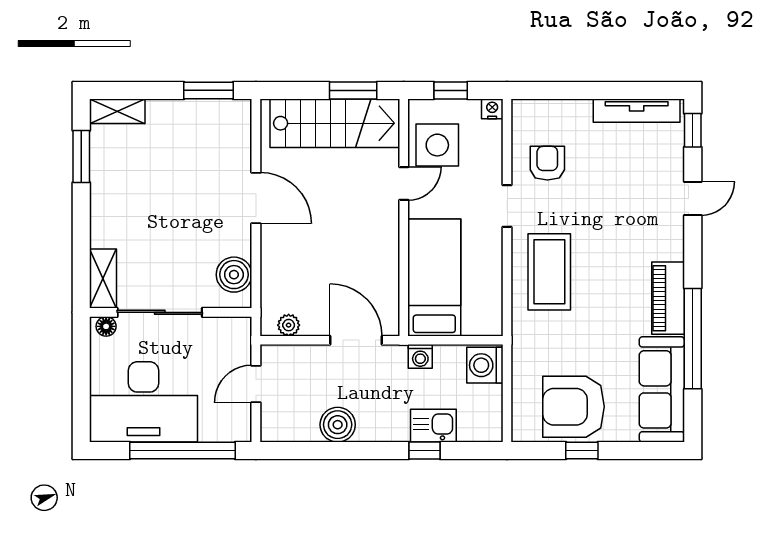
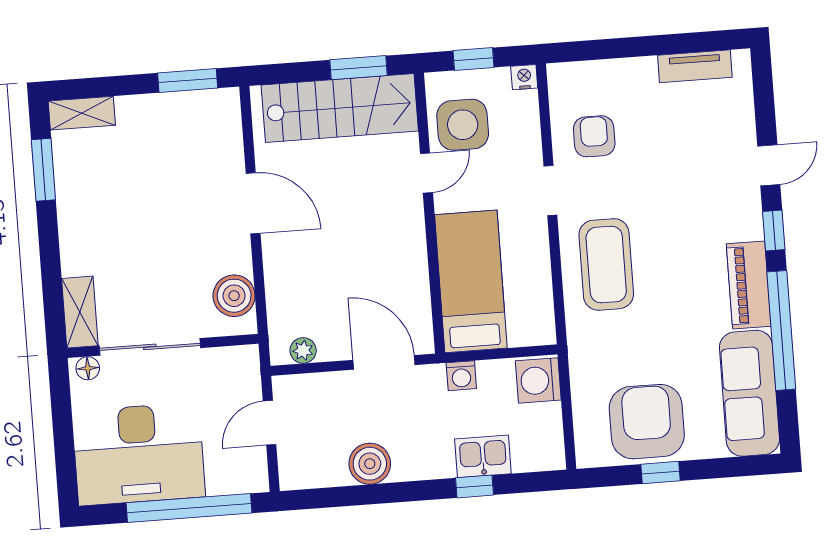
tv unit: (637, 111) -> (695, 66), width x0.71
window: (693, 130) -> (774, 231), moved
armchair: (574, 407) -> (647, 422), turned 90

